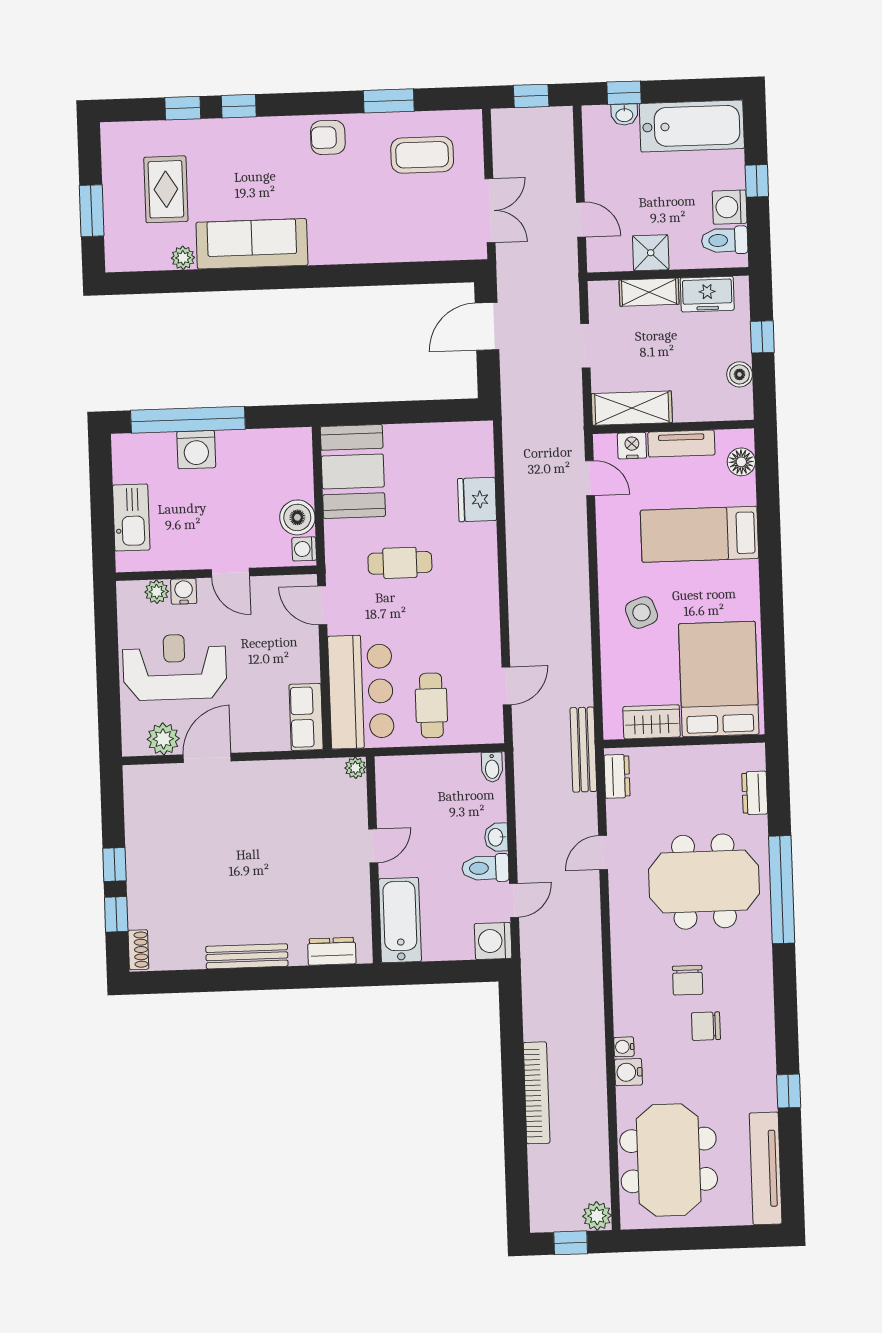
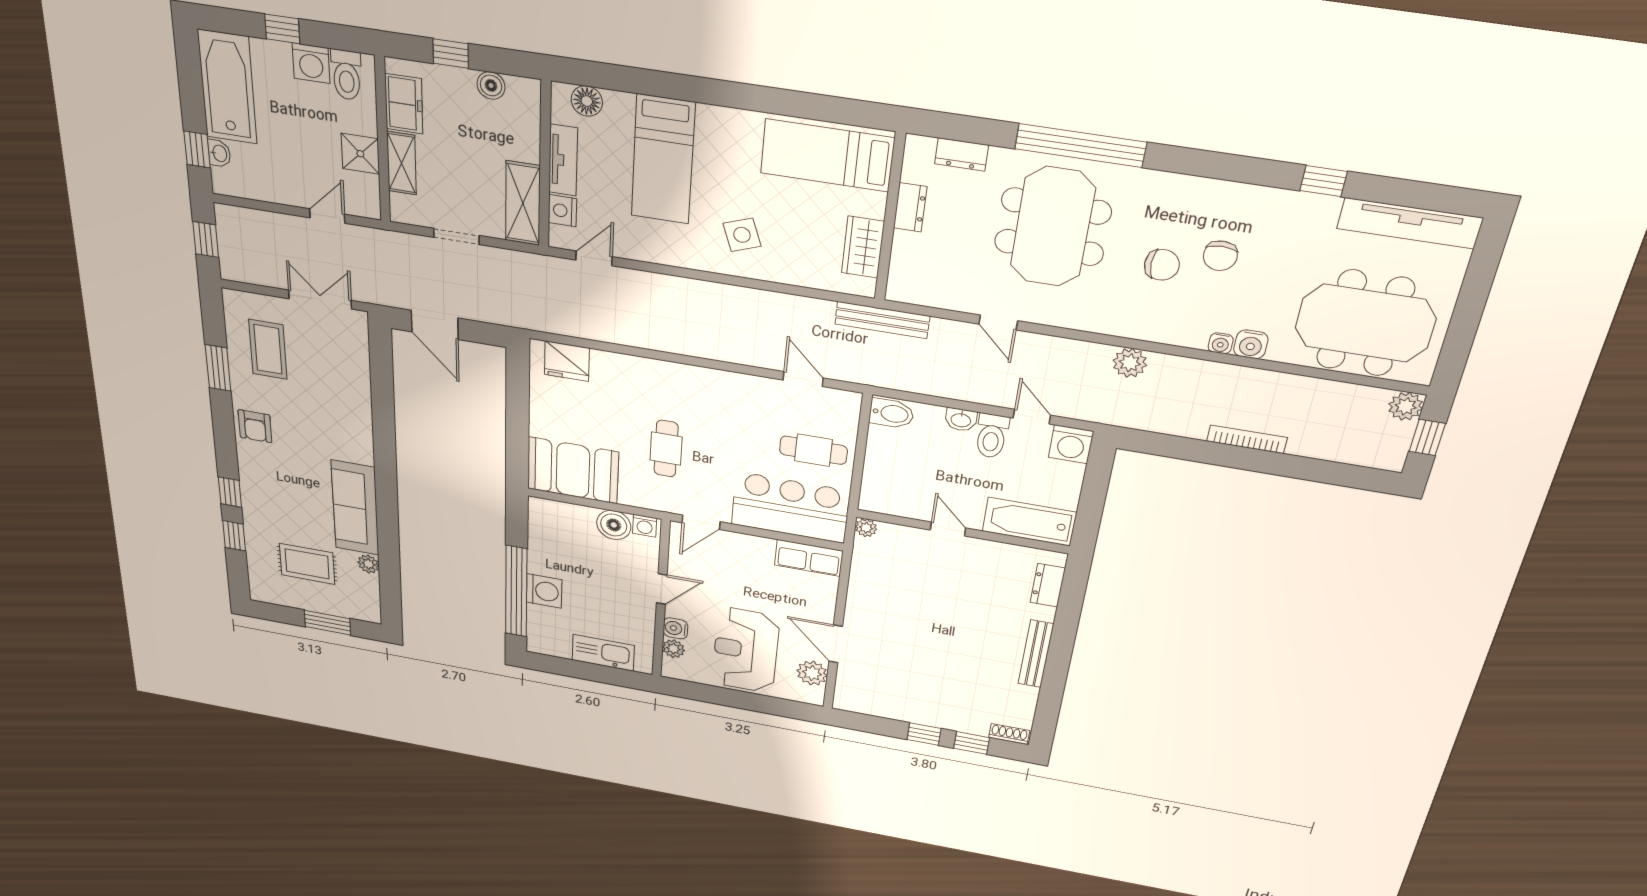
fridge: (477, 500) -> (567, 361), moved
bed: (719, 679) -> (827, 155), width x0.67
bidet: (492, 767) -> (891, 413), width x1.38, depth x1.36
dresser: (617, 776) -> (910, 207), moved, turned 90
plant: (588, 974) -> (1130, 363), added
bookcase: (537, 1093) -> (1247, 439), width x0.68, depth x0.76

